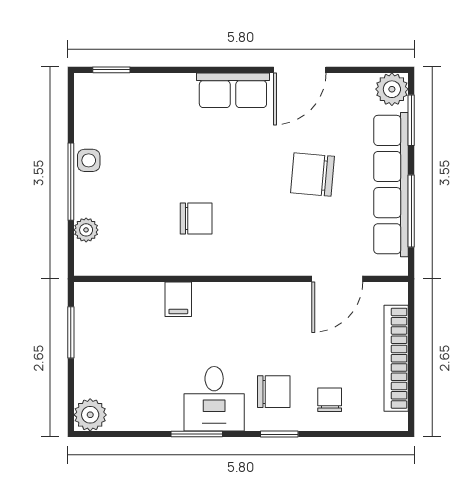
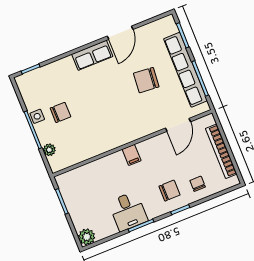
plant: (392, 89) -> (168, 24), removed
chair: (196, 218) -> (60, 112), moved
filing cabinet: (178, 299) -> (132, 155), moved
desk: (214, 399) -> (128, 211), moved

